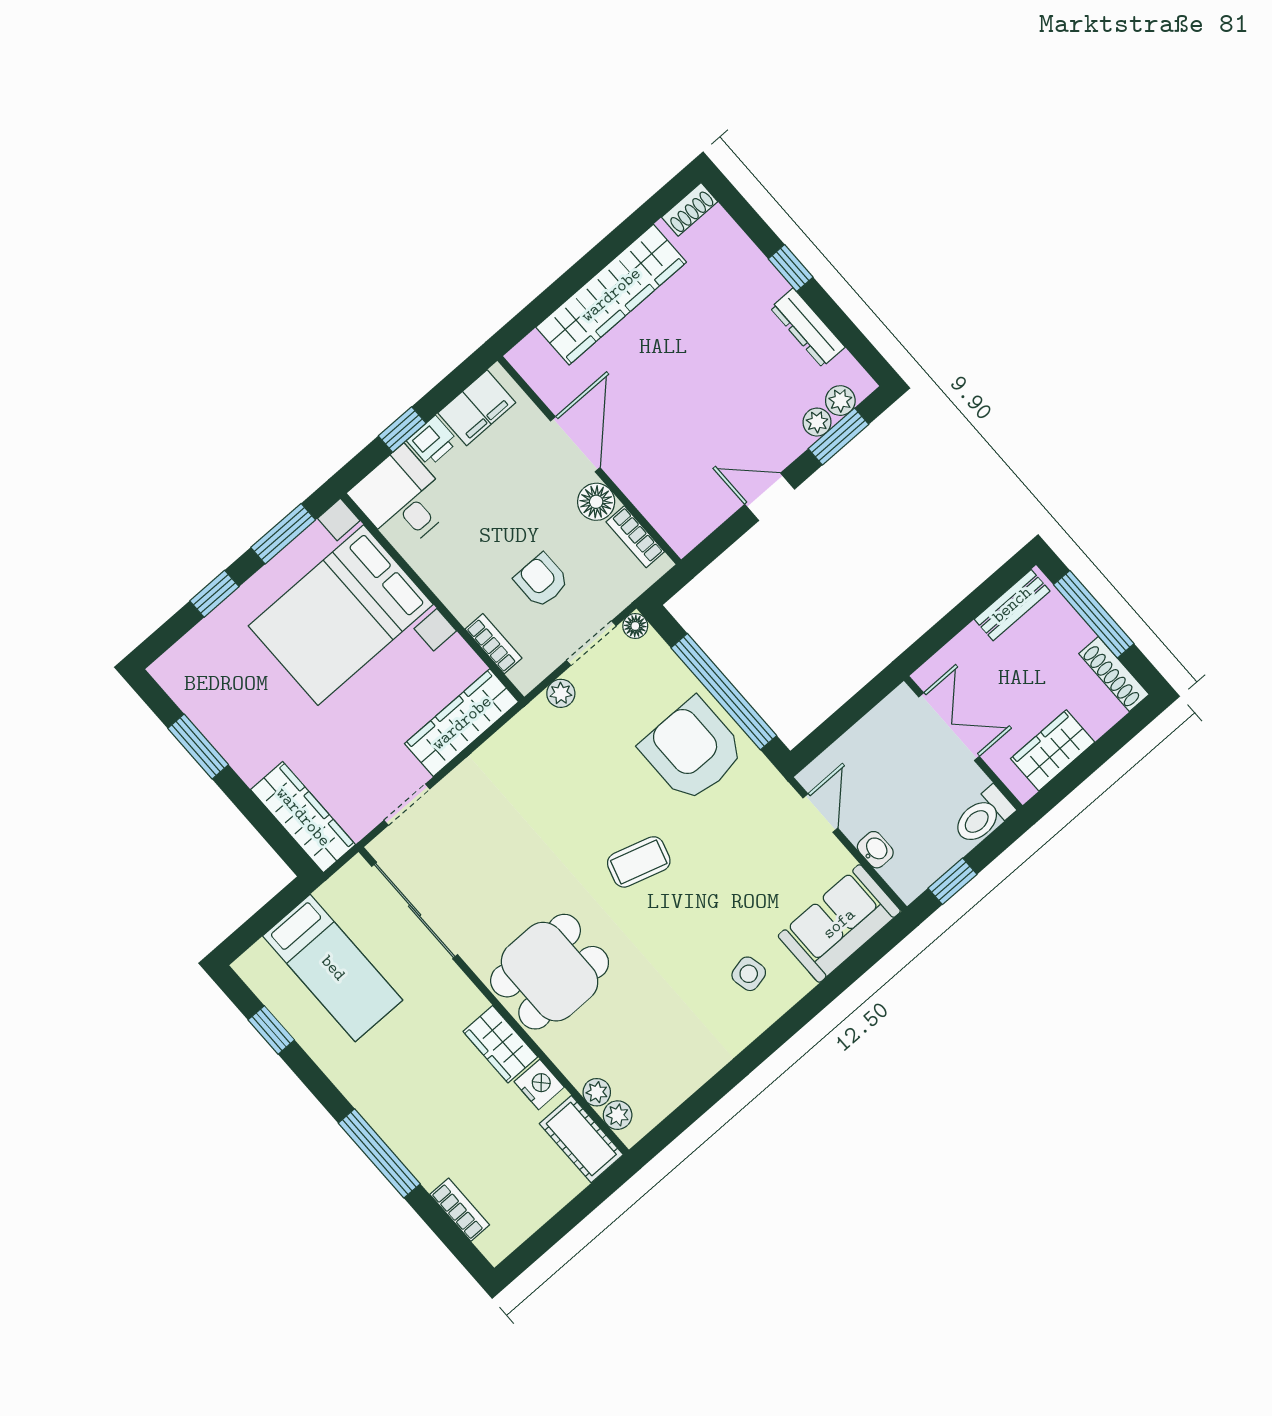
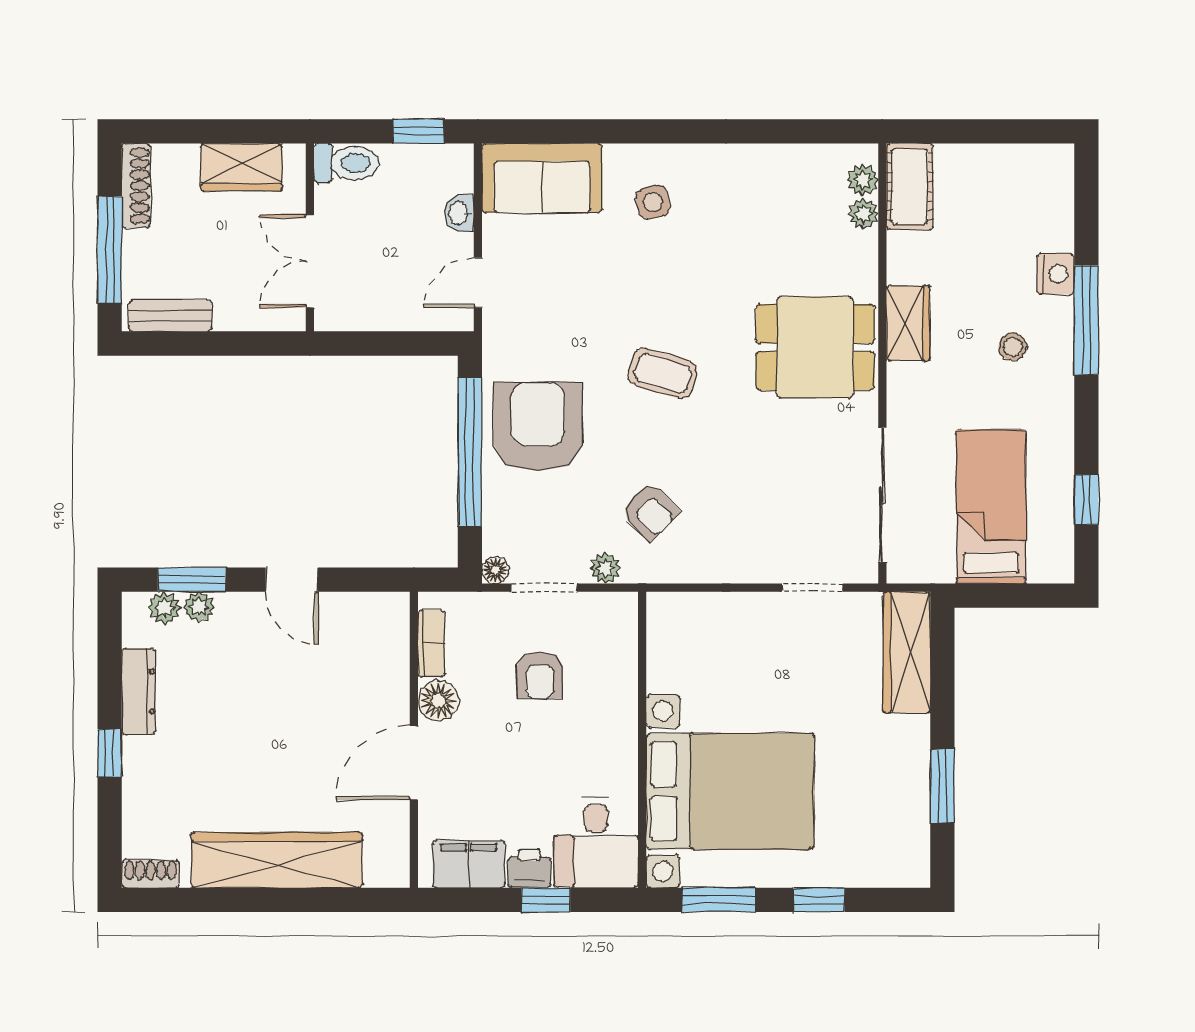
bookcase: (493, 644) -> (625, 658), removed
wardrobe: (462, 723) -> (708, 616), removed
armchair: (692, 750) -> (538, 427), turned 180
armchair: (564, 759) -> (650, 512), added
nightstand: (539, 1084) -> (1056, 274), moved, turned 180
stool: (414, 1091) -> (1013, 347), added
bookcase: (460, 1210) -> (1061, 216), removed

